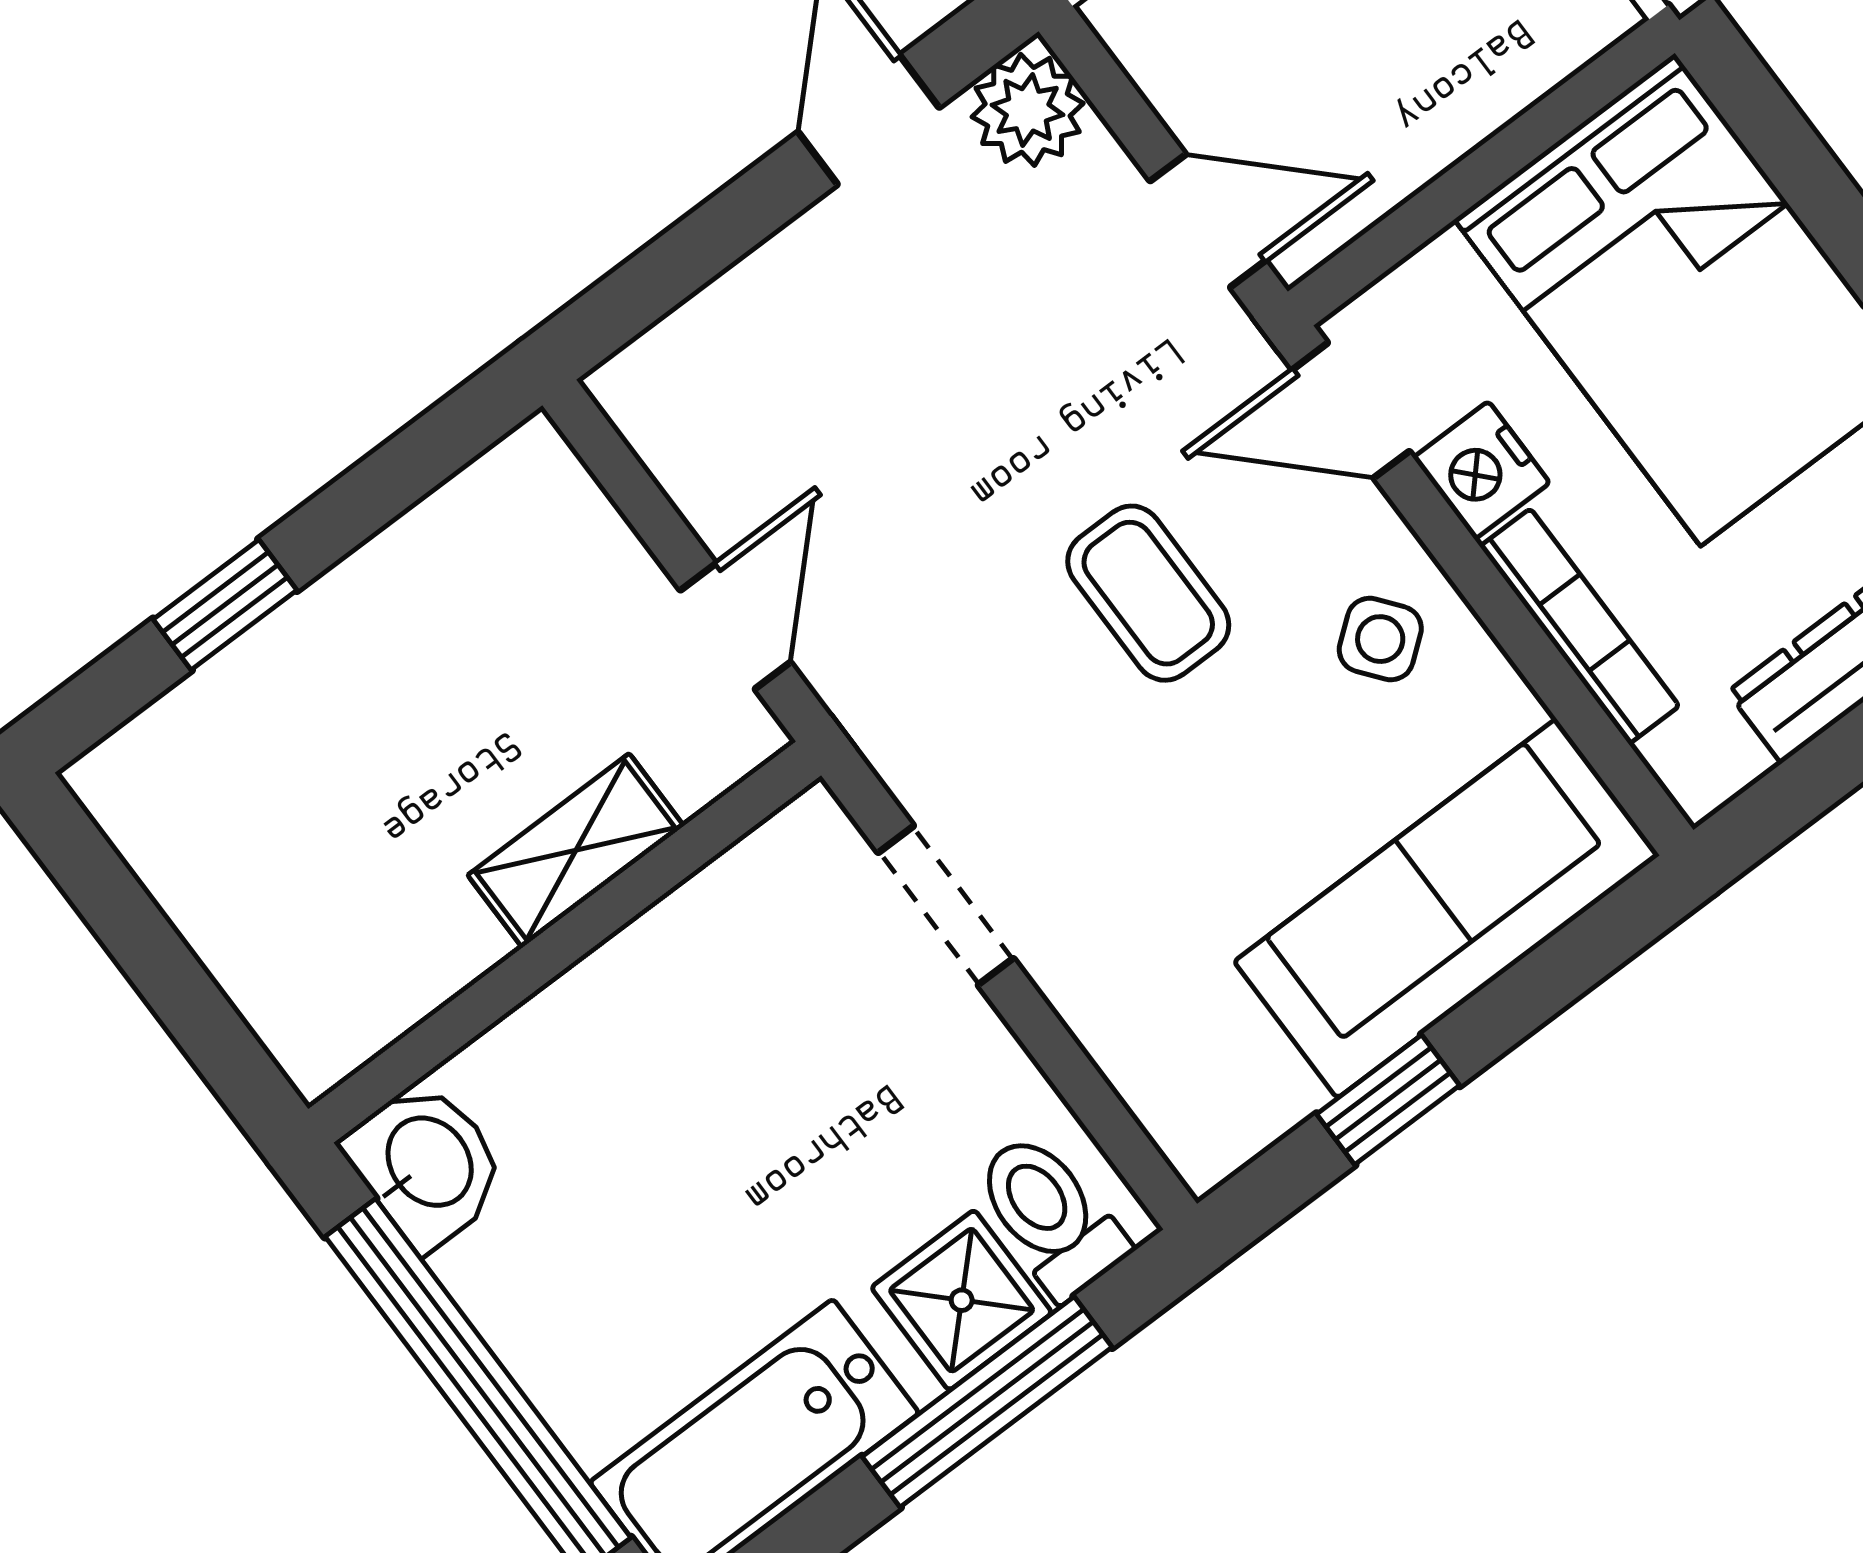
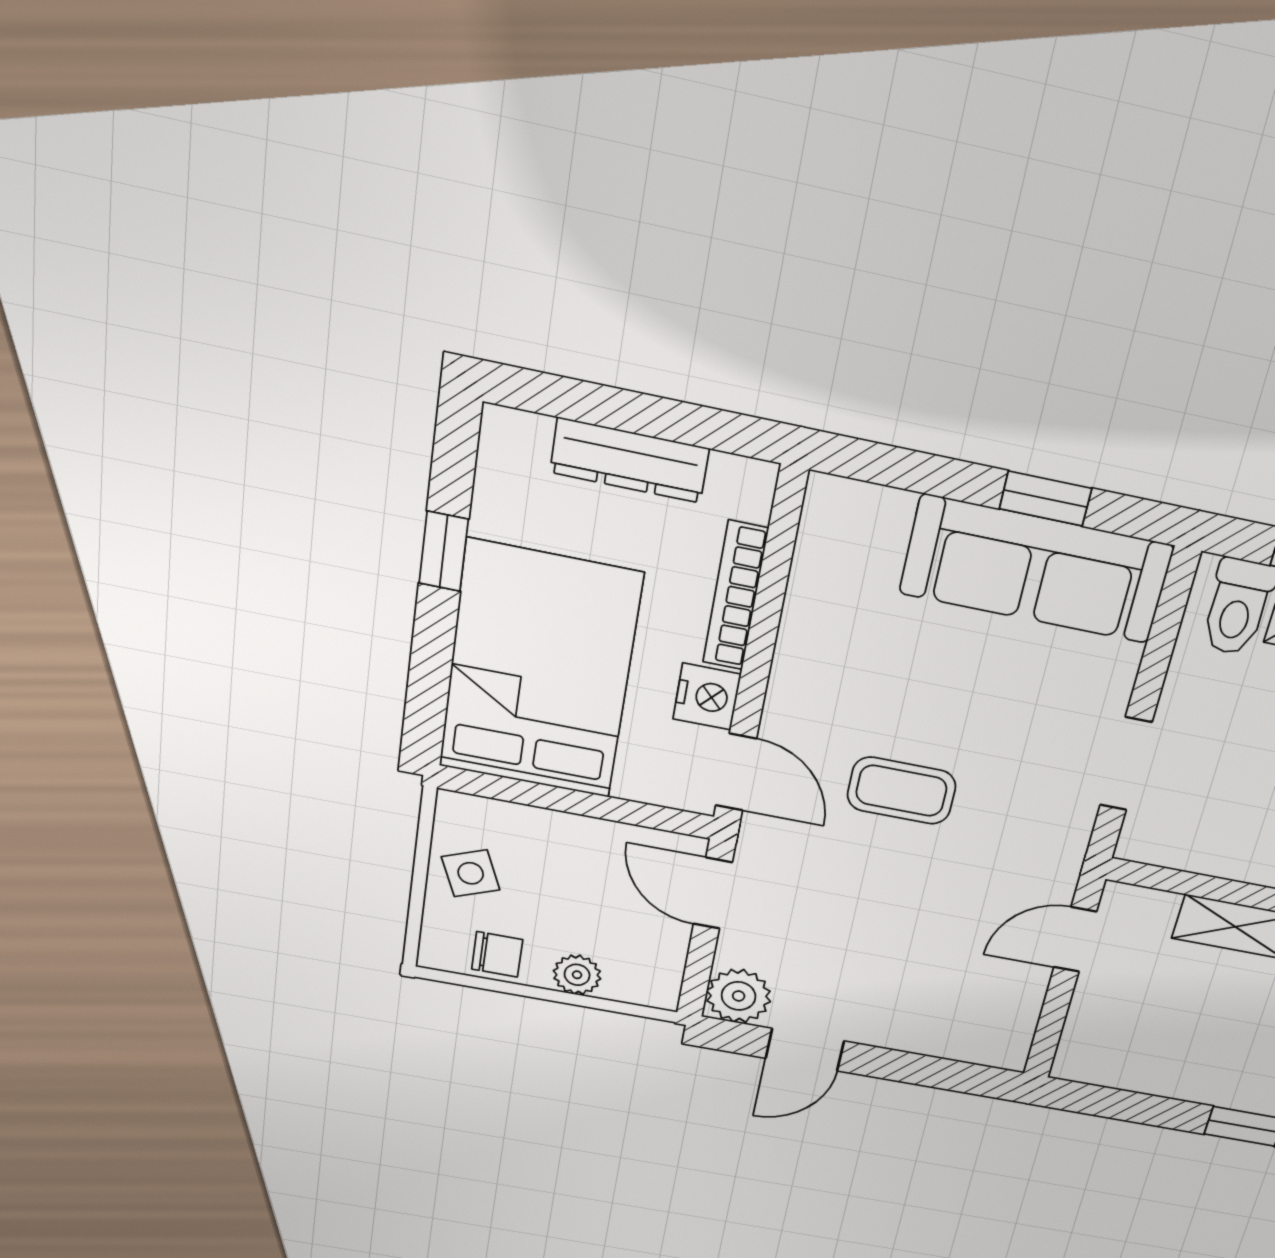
coffee table: (1148, 593) -> (901, 791), turned 90
side table: (1380, 639) -> (827, 678), removed
sofa: (1447, 908) -> (1036, 569), moved

